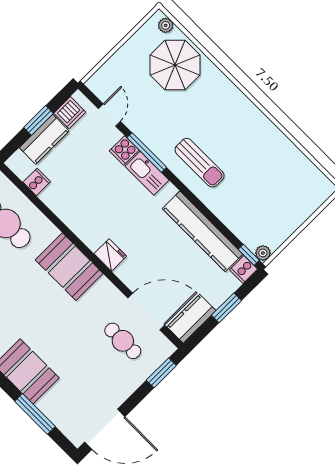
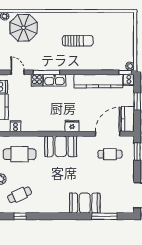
sun lounger: (200, 163) -> (78, 41), moved

